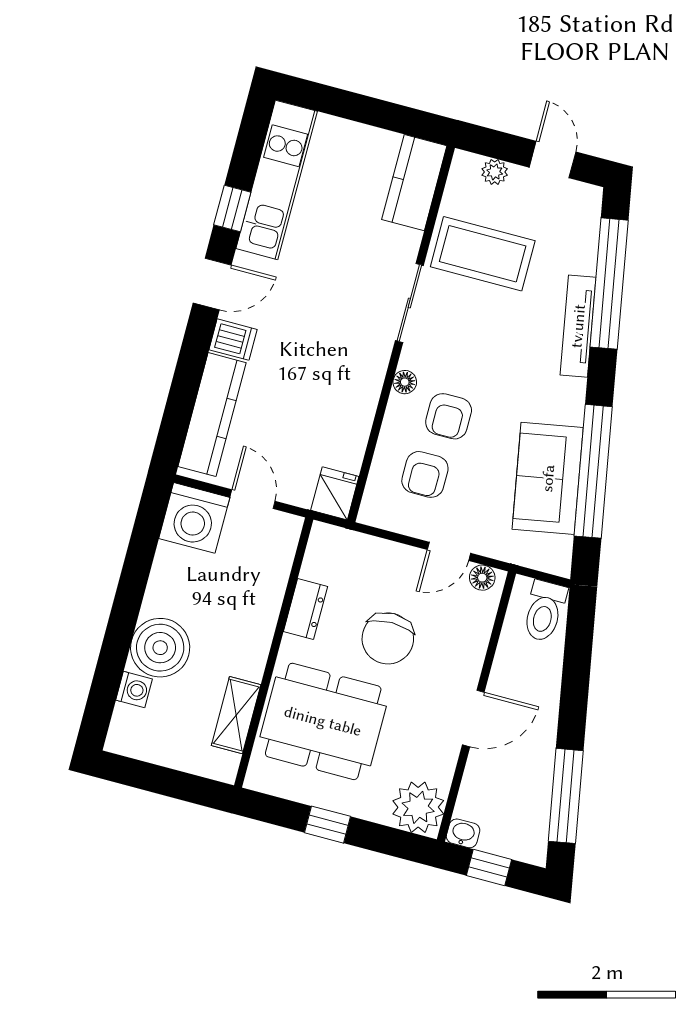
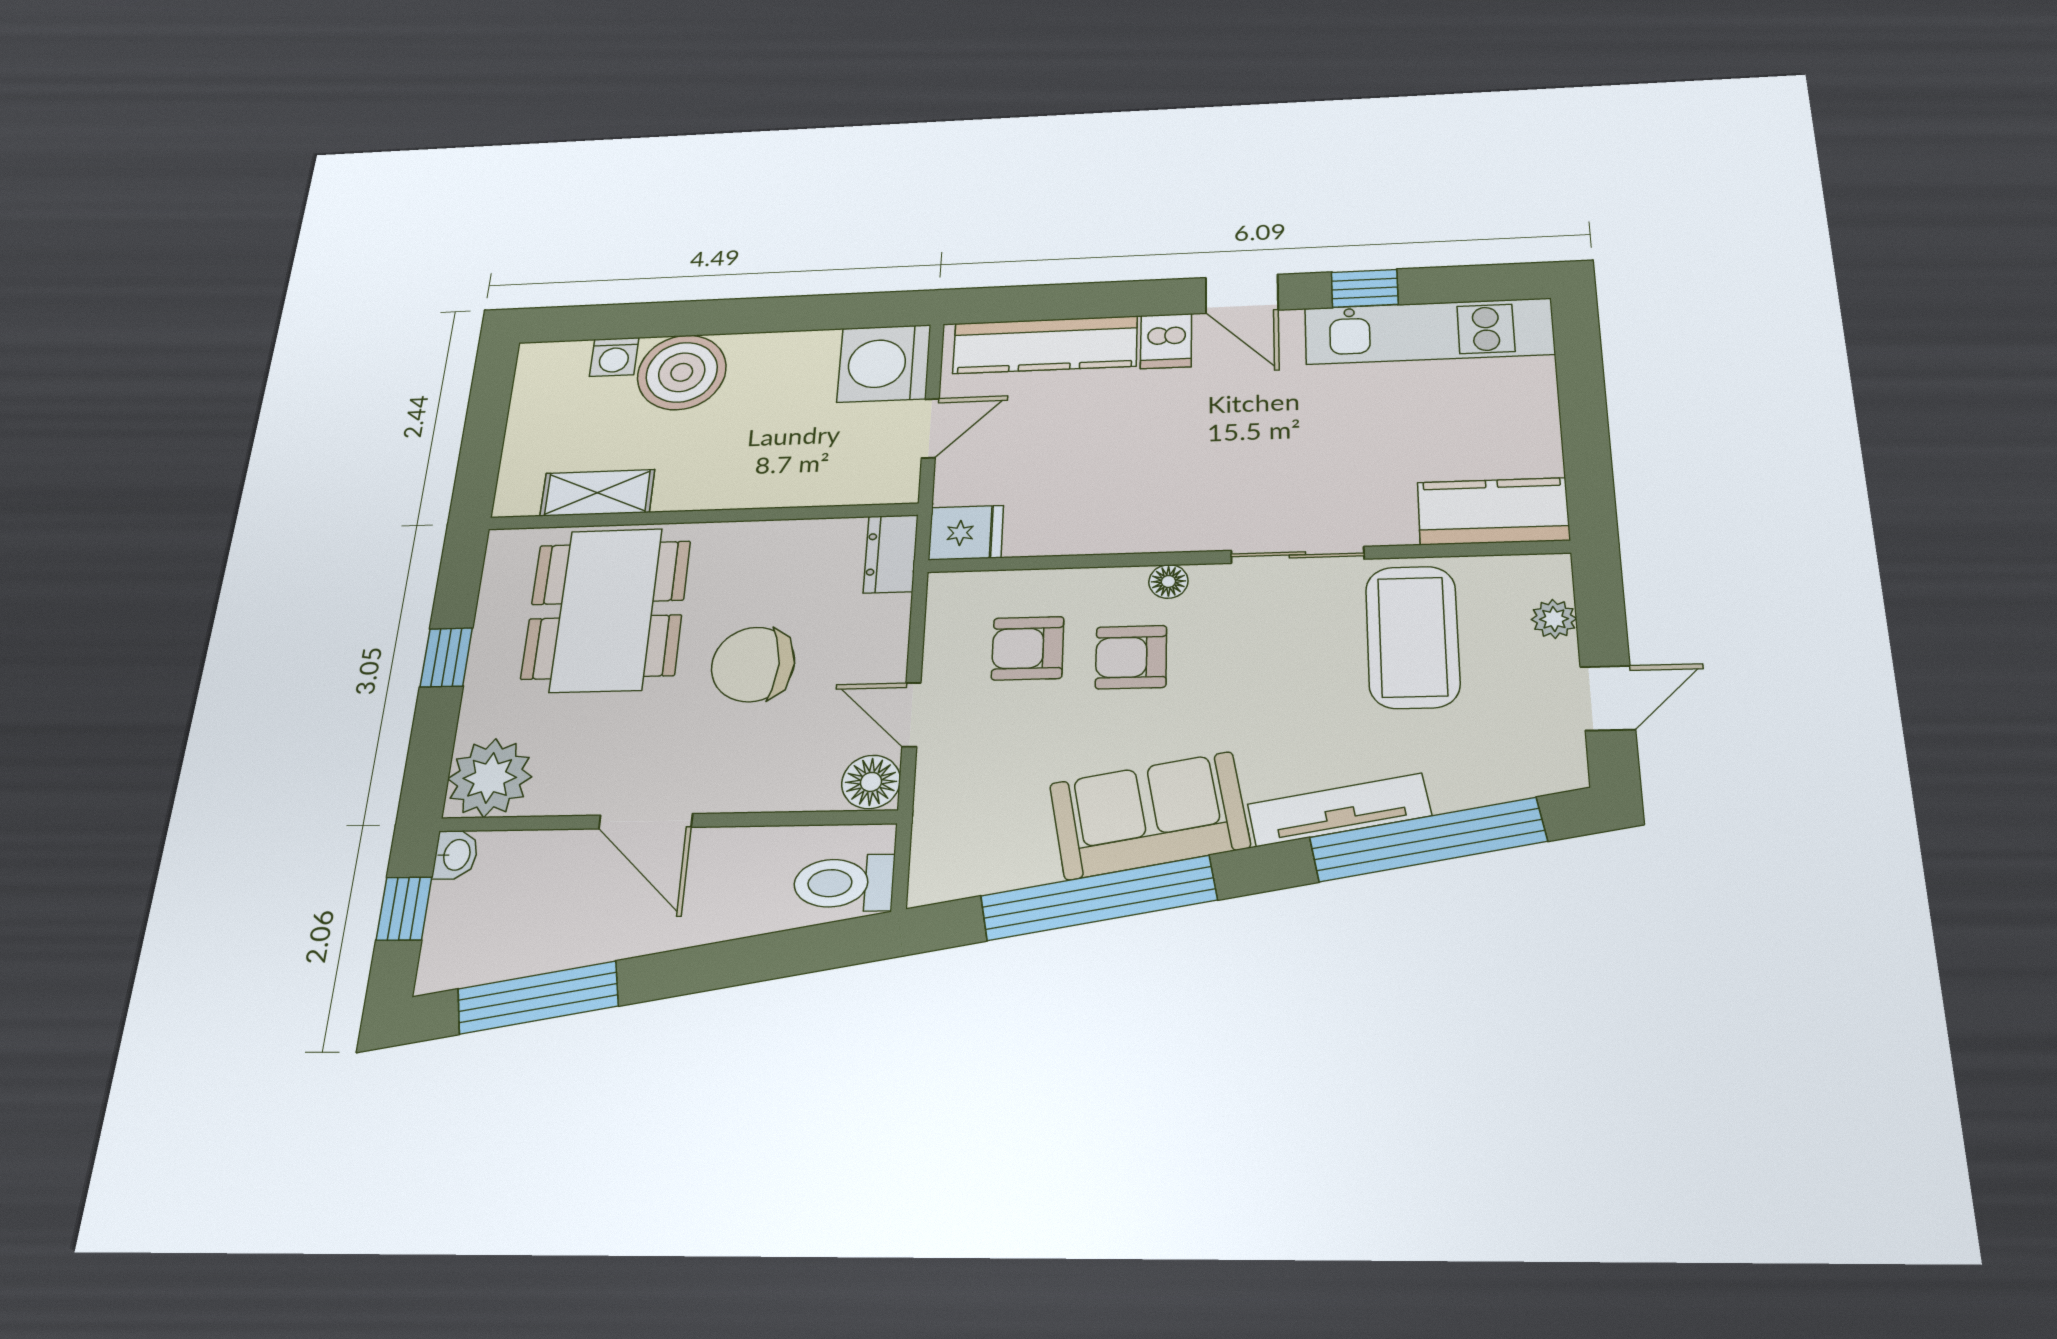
sofa: (548, 478) -> (1149, 816), moved
floor lamp: (482, 578) -> (871, 782), width x1.37, depth x1.37
dresser: (305, 609) -> (891, 554), moved, turned 90

